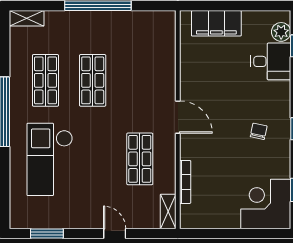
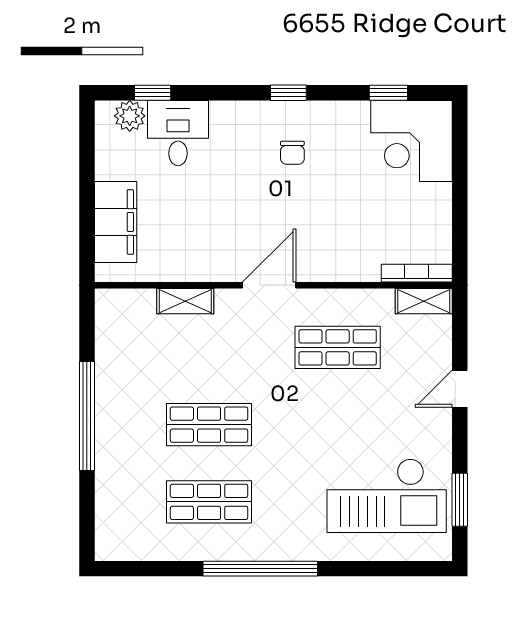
shelving: (27, 18) -> (185, 301), moved, turned 90
chair: (259, 131) -> (292, 153), turned -102
checkout: (50, 159) -> (387, 496), moved
bookcase: (185, 182) -> (417, 273), moved

